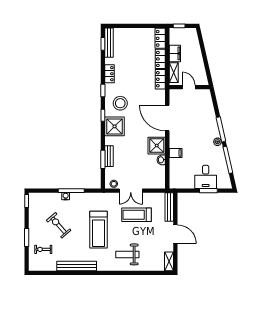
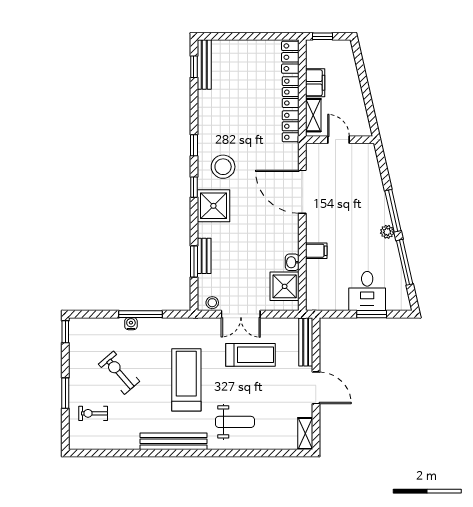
locker: (110, 74) -> (205, 117), removed
shower: (157, 146) -> (285, 286), moved
treadmill: (137, 215) -> (251, 355), turned 180
treadmill: (98, 230) -> (186, 380), turned 180
weight bench: (127, 254) -> (235, 422), turned 180
bench: (77, 266) -> (174, 441), moved

